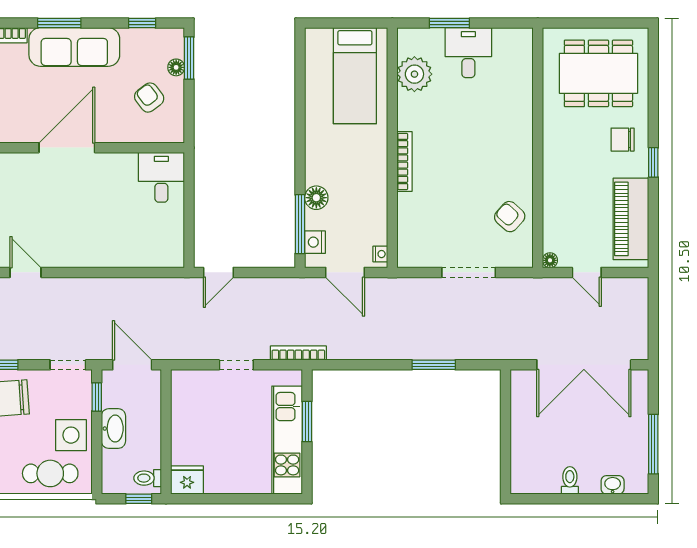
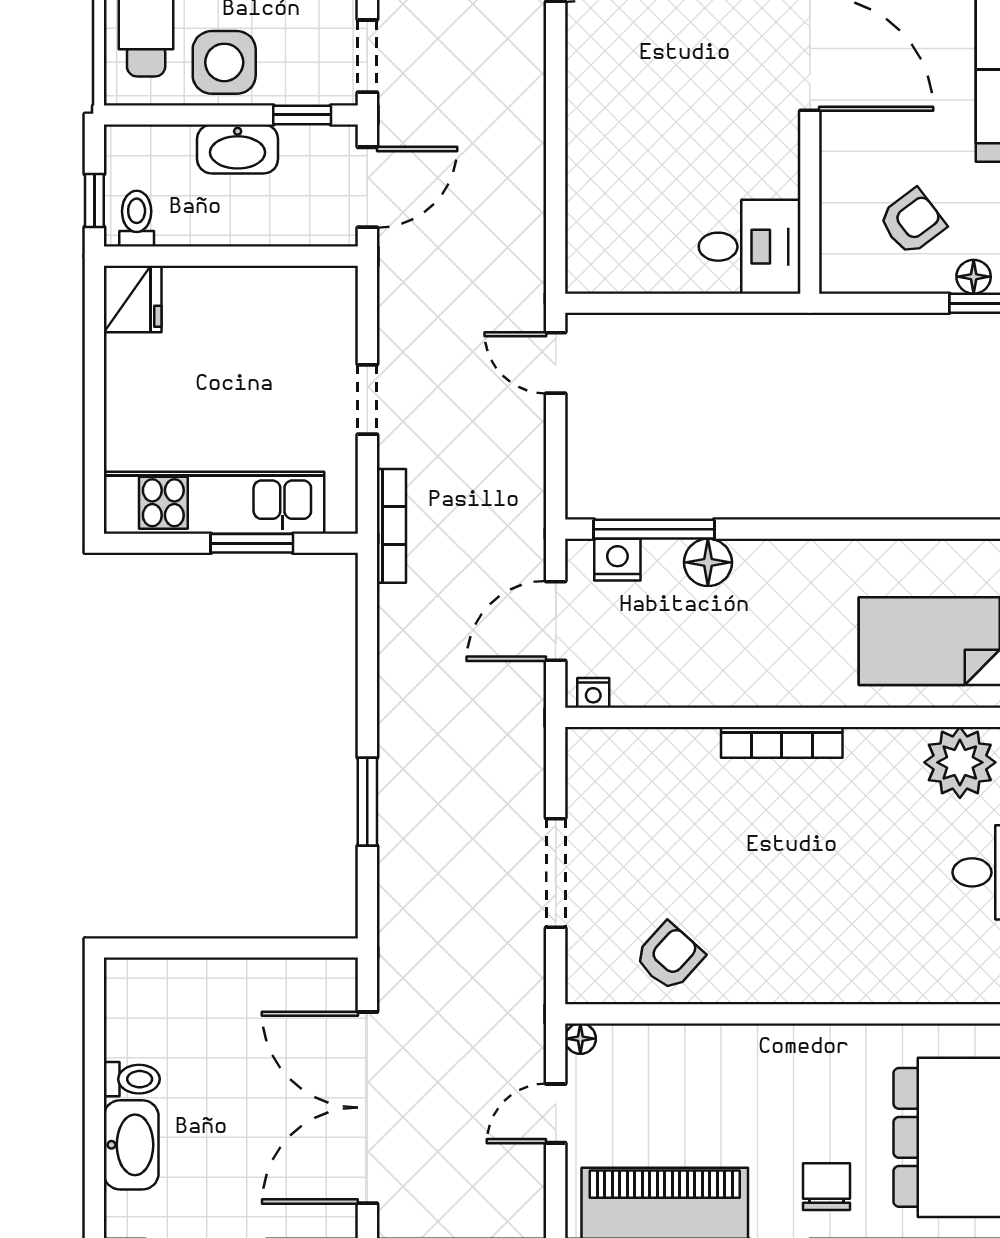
washbasin: (613, 485) -> (131, 1145), width x1.91, depth x1.45

